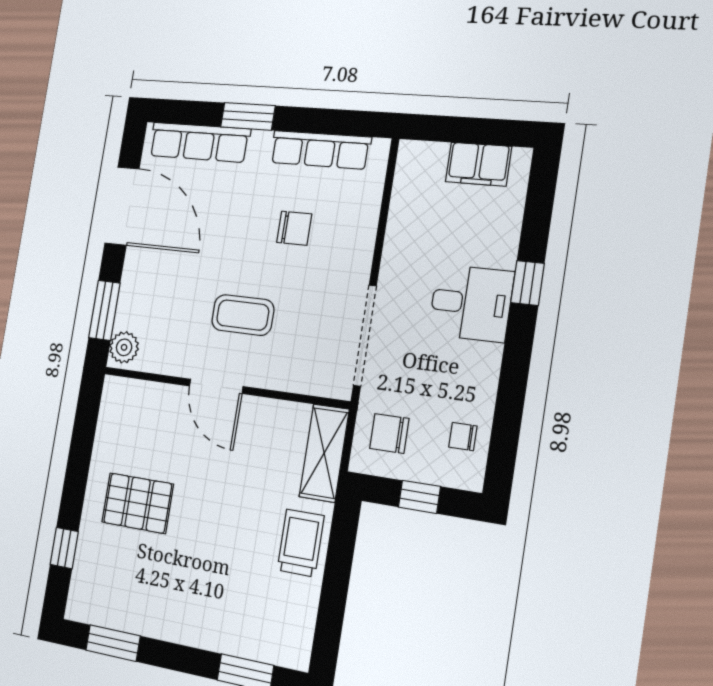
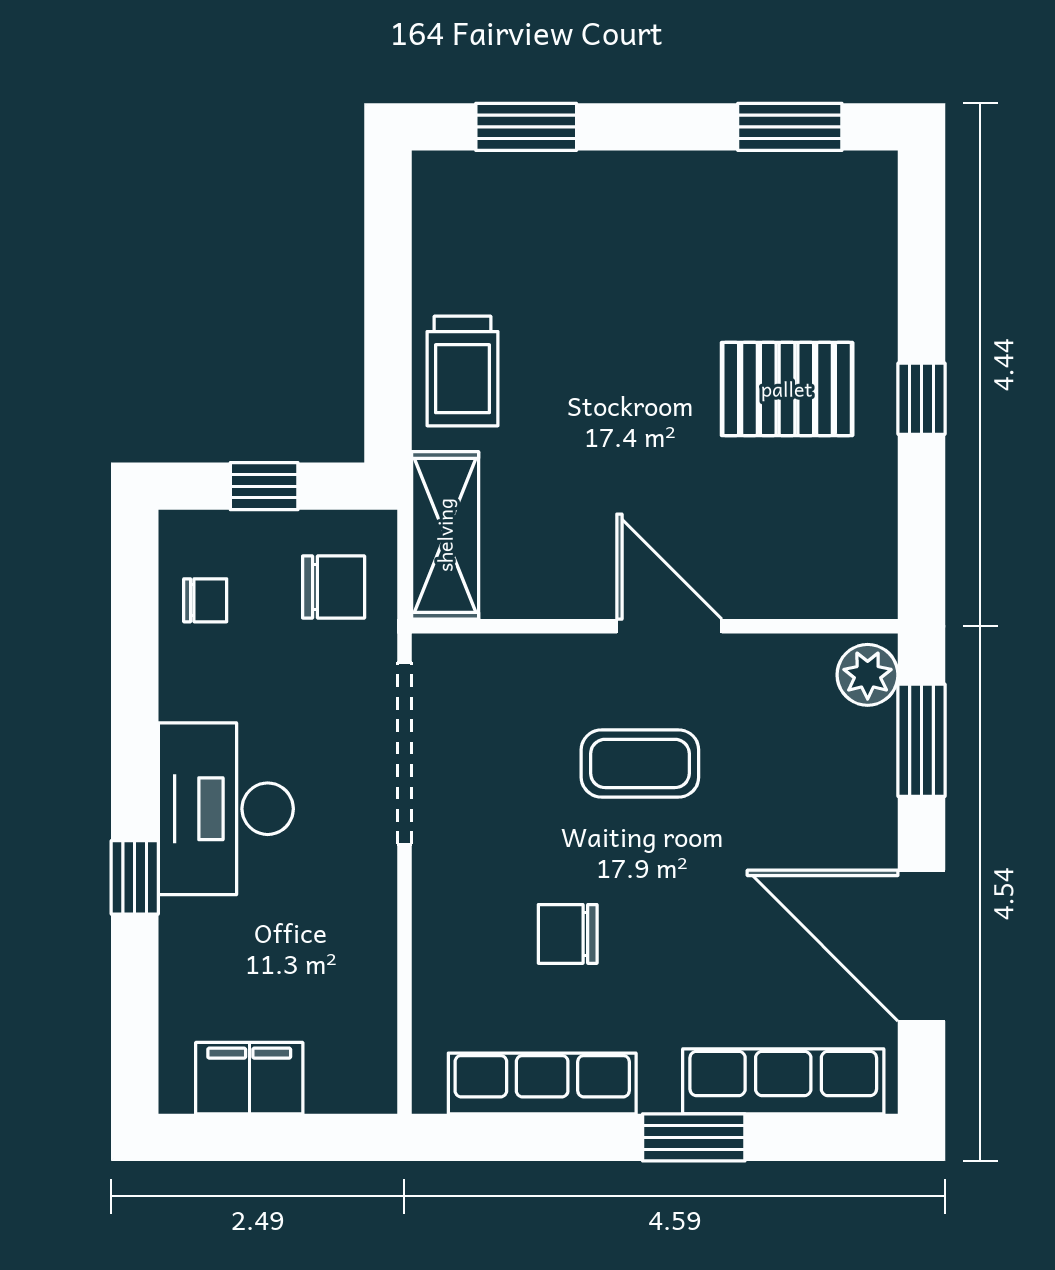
desk: (471, 303) -> (226, 809), width x1.37
window: (64, 548) -> (922, 399), moved

